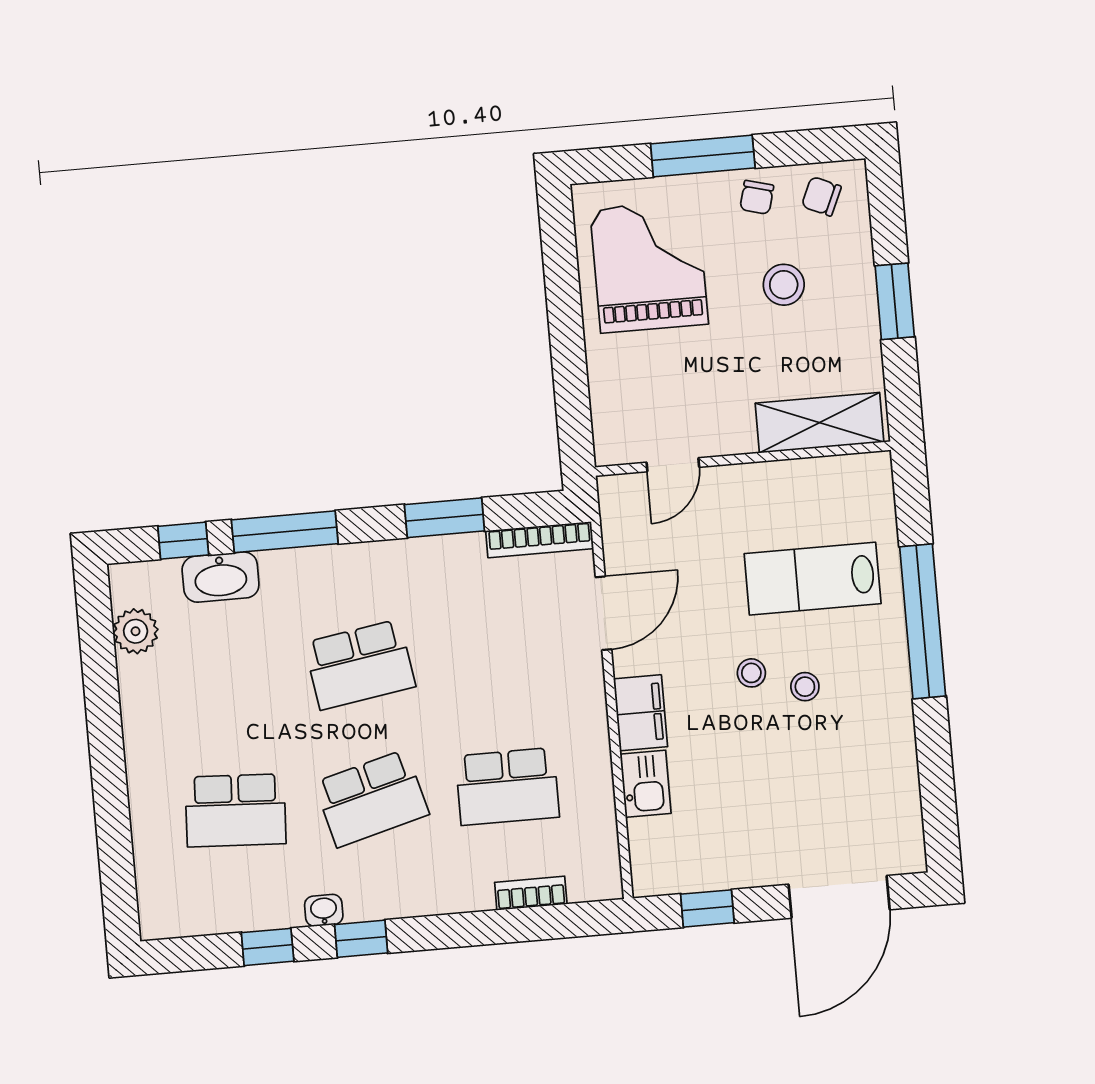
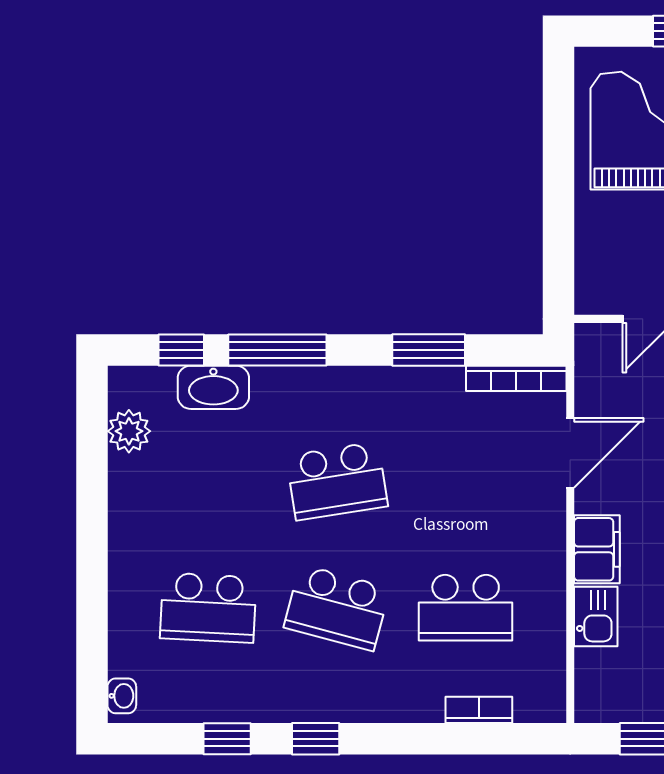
school desk: (371, 798) -> (337, 608), turned 30
washbasin: (324, 910) -> (122, 696), moved, turned 90

